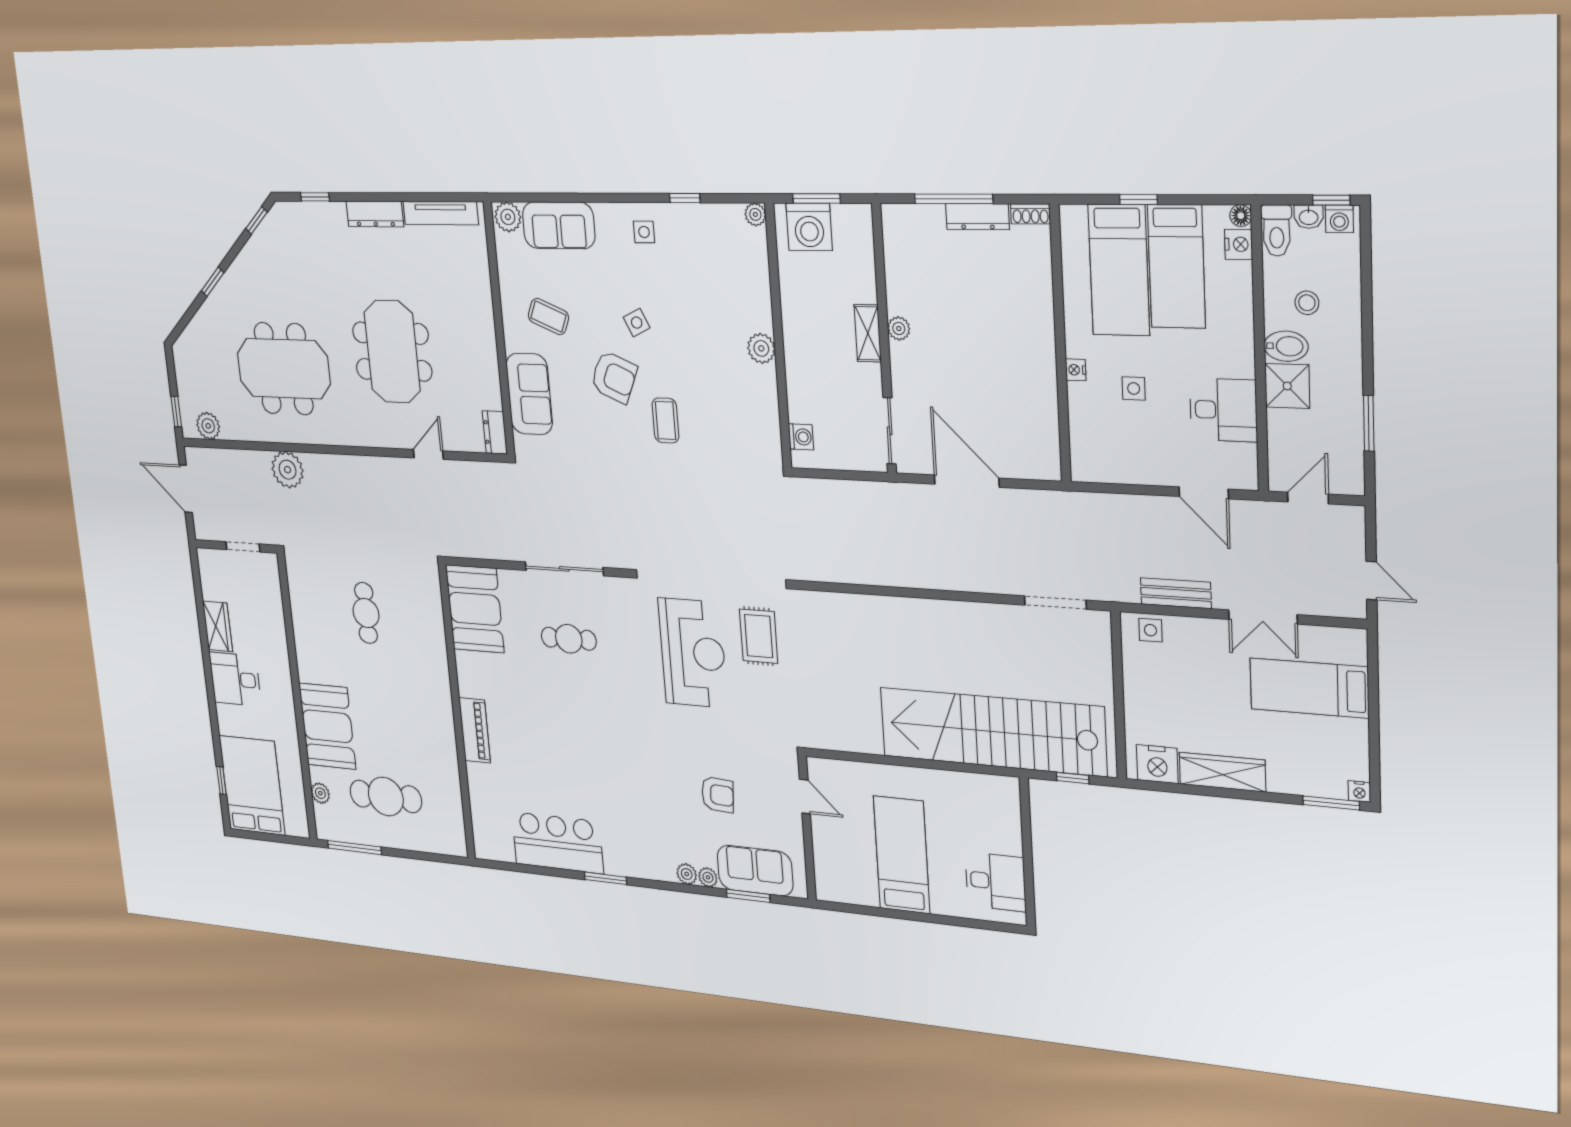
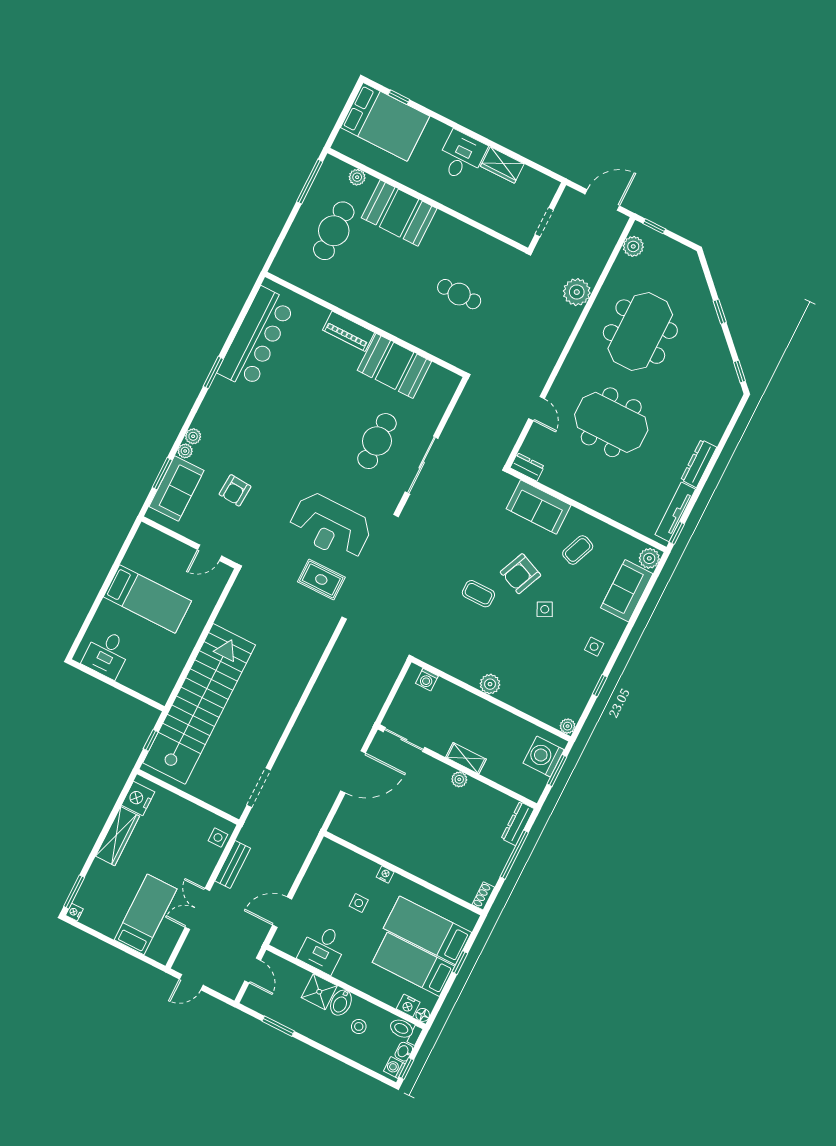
window: (315, 197) -> (677, 533), moved
dresser: (977, 217) -> (518, 824), moved
booth: (475, 609) -> (394, 366), moved
cafe table: (569, 639) -> (377, 441), width x1.37, depth x1.35
bar counter: (558, 843) -> (256, 338), width x1.36

